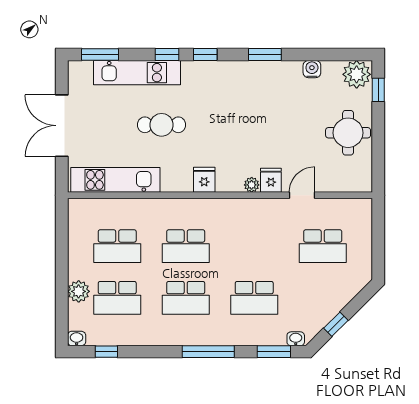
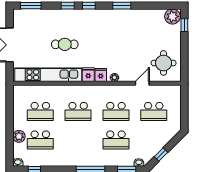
water cooler: (312, 69) -> (148, 14), removed
kitchen unit: (137, 73) -> (51, 16), removed
round table: (348, 133) -> (164, 63), moved
kitchen unit: (115, 180) -> (48, 75), width x1.36
fridge: (271, 180) -> (101, 75), moved
school desk: (186, 298) -> (116, 111), moved

